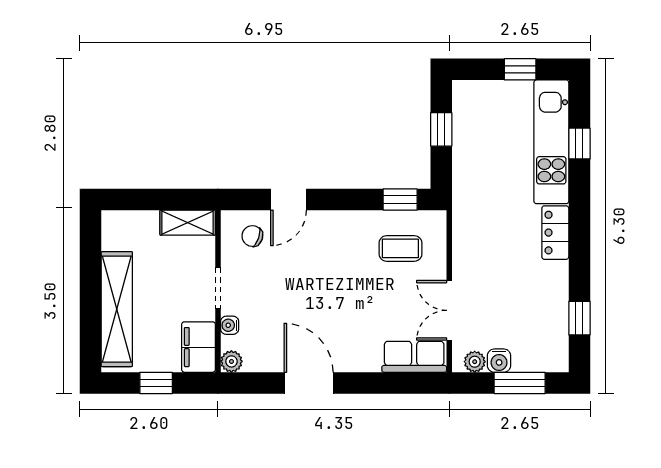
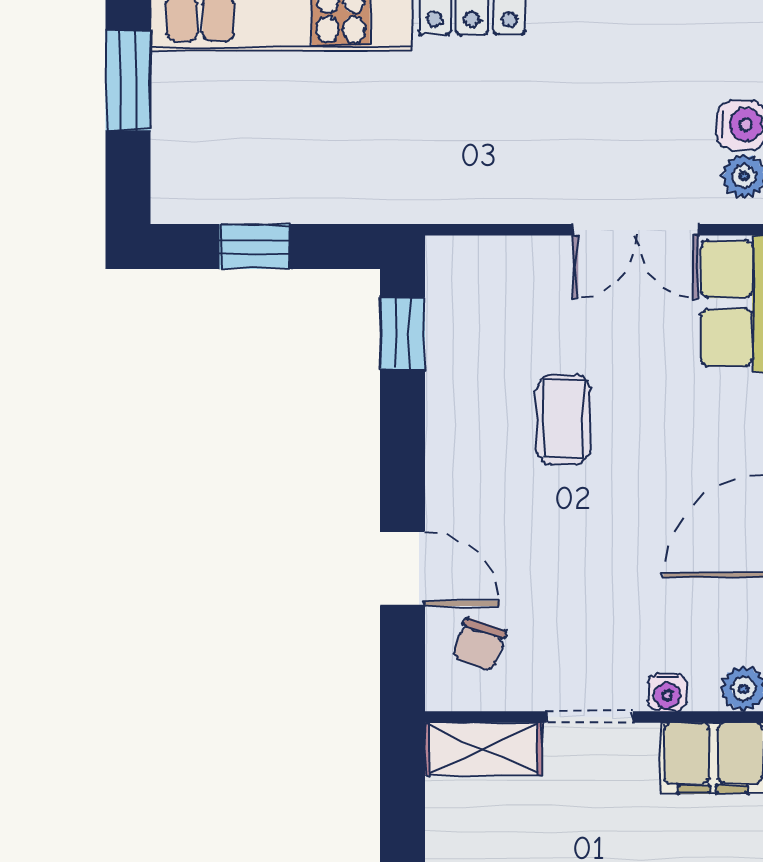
window: (520, 69) -> (128, 80), width x1.50
shelving: (188, 223) -> (483, 749), moved, turned 90
coffee table: (400, 248) -> (564, 420), moved

